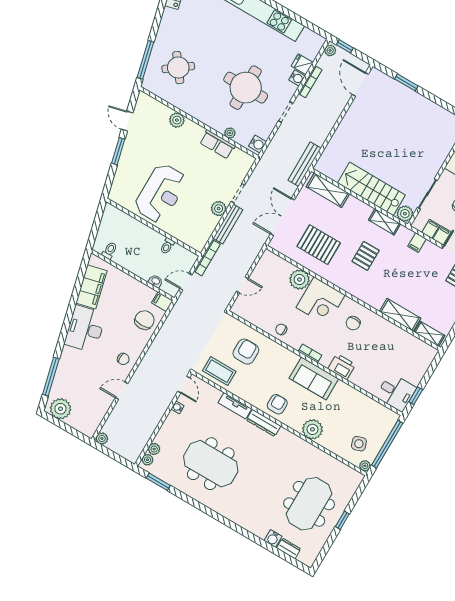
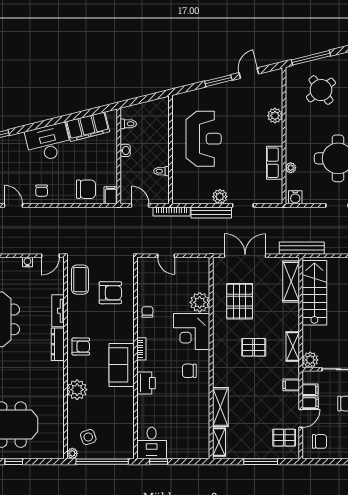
stairs: (371, 189) -> (314, 293), moved
reception desk: (161, 193) -> (204, 139), turned -90
washbasin: (156, 281) -> (125, 150), moved

